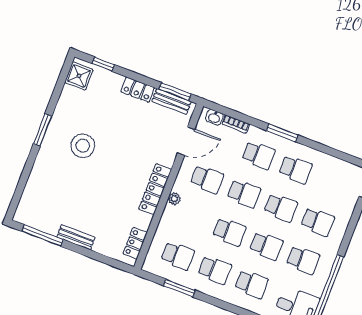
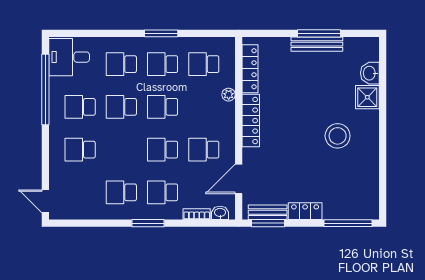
window: (103, 64) -> (348, 223), width x2.17
shower: (79, 76) -> (367, 97), moved
window: (43, 130) -> (383, 136), removed
washbasin: (32, 191) -> (370, 73), added
plant: (174, 199) -> (229, 95), moved
school desk: (281, 208) -> (121, 150), removed
window: (42, 235) -> (319, 33), moved
bench: (76, 237) -> (317, 44), width x1.36
locker: (135, 243) -> (250, 69), width x1.53
window: (179, 288) -> (161, 33), moved

